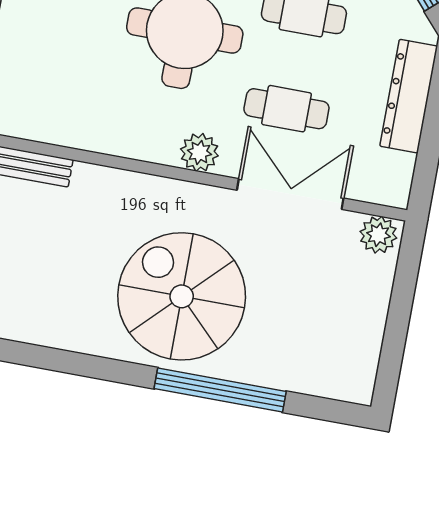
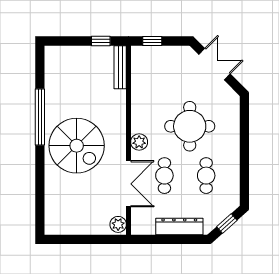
spiral stairs: (182, 296) -> (77, 146), turned 90
window: (220, 390) -> (40, 117), moved

